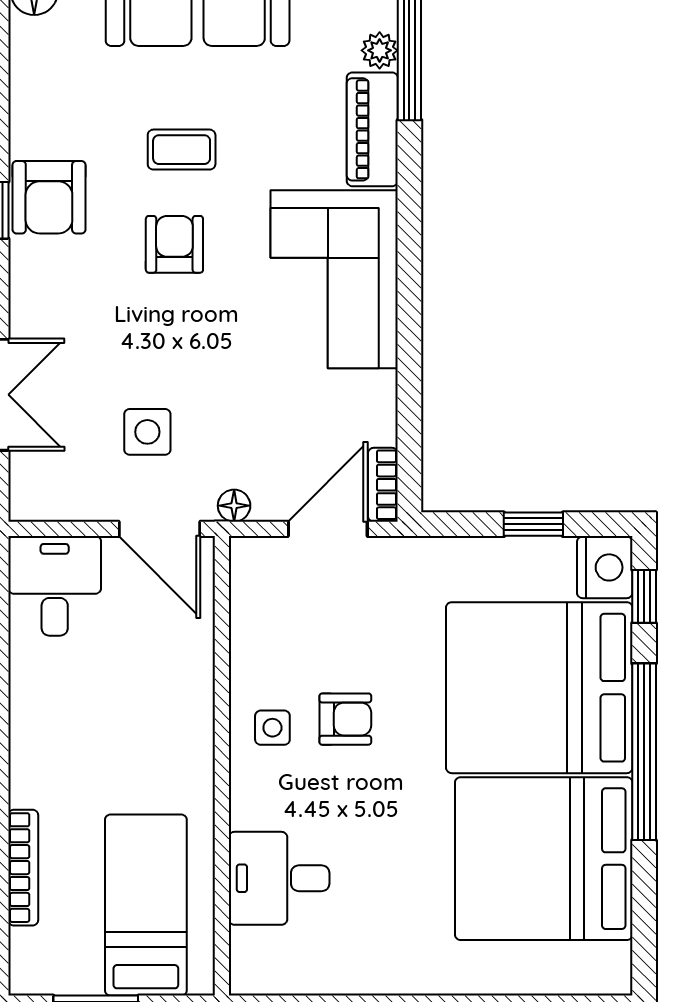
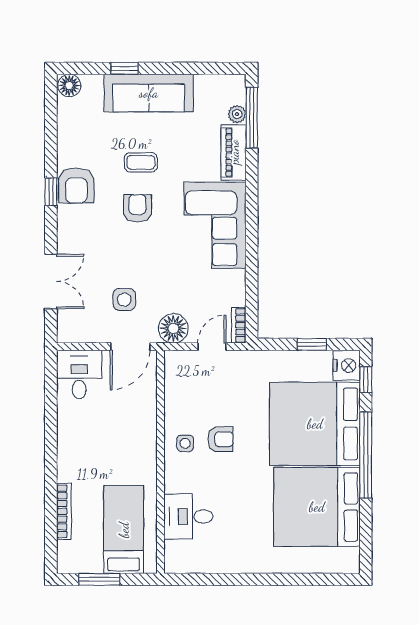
floor lamp: (234, 506) -> (173, 328), width x1.89, depth x1.89
door: (159, 529) -> (130, 347), hinge flipped
door: (328, 529) -> (212, 347), width x0.73

